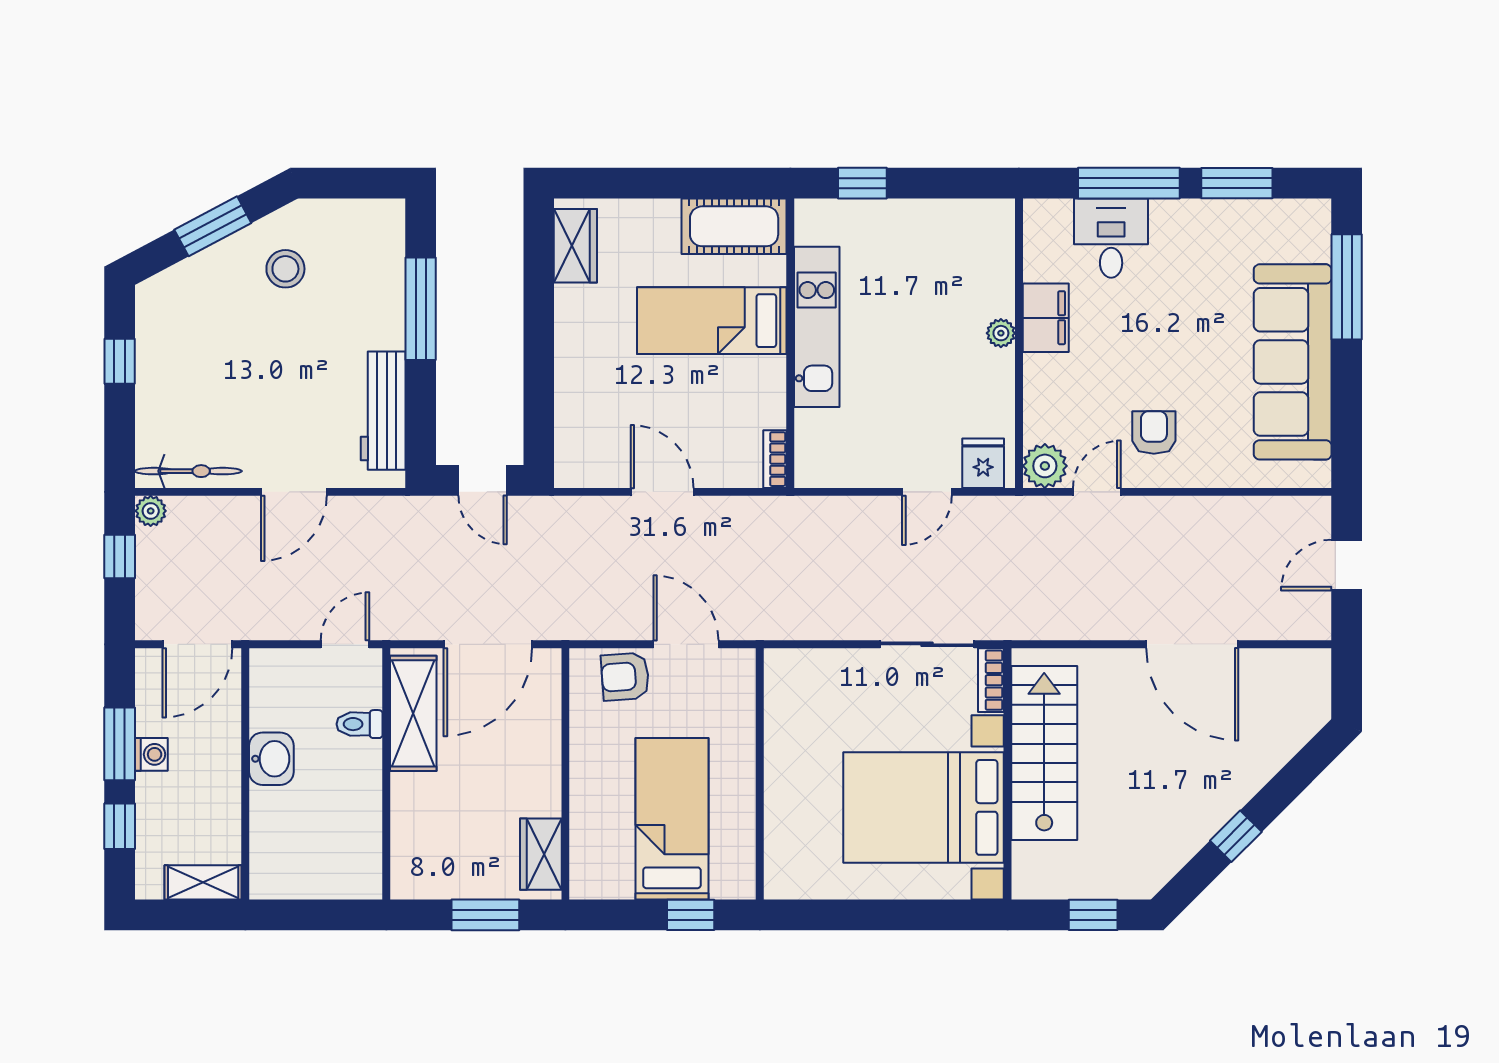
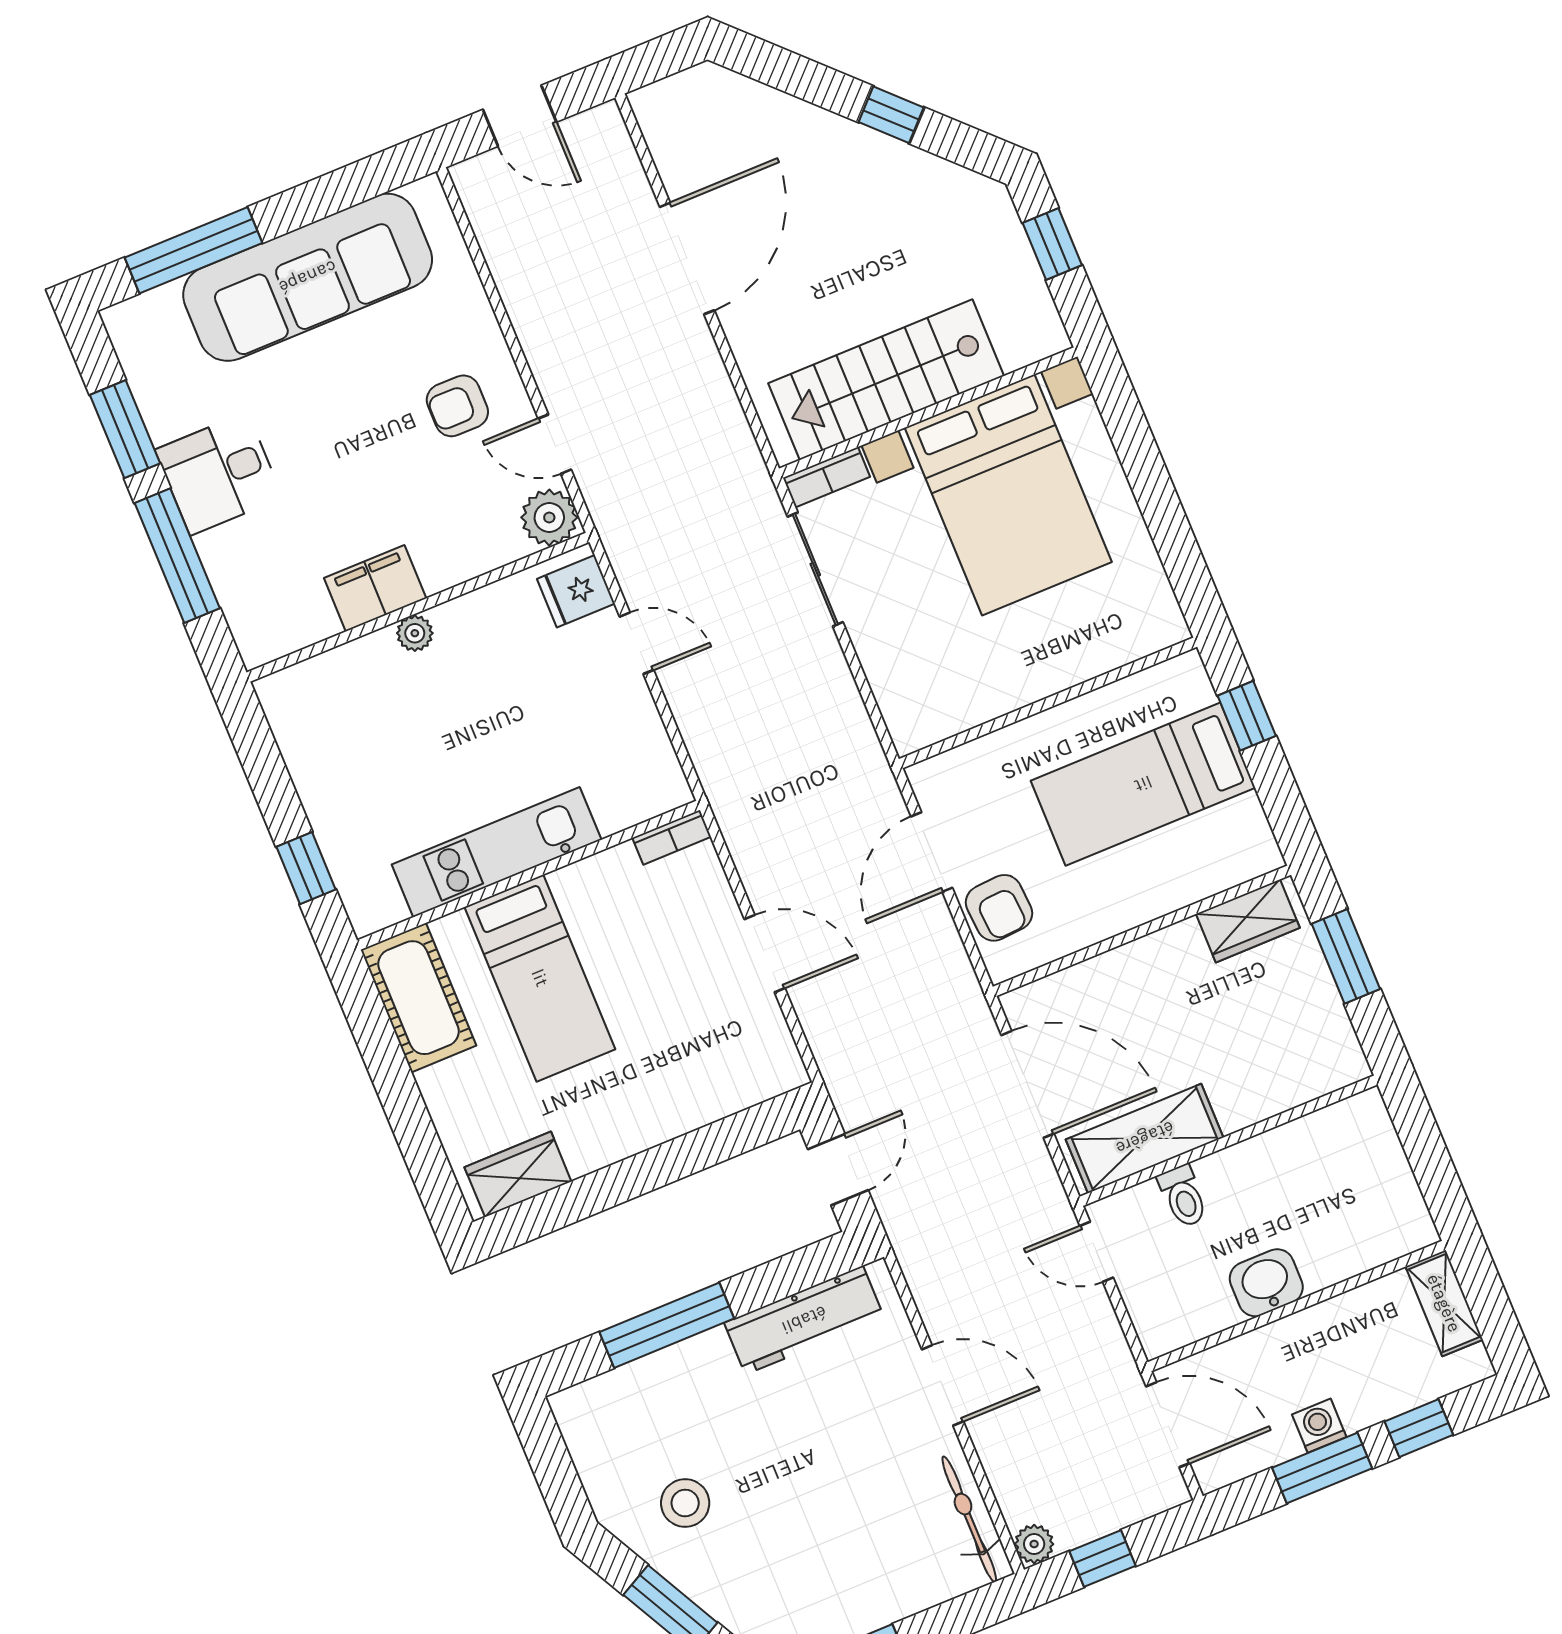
desk: (1111, 238) -> (219, 474), moved
door: (662, 492) -> (765, 954), swing flipped

